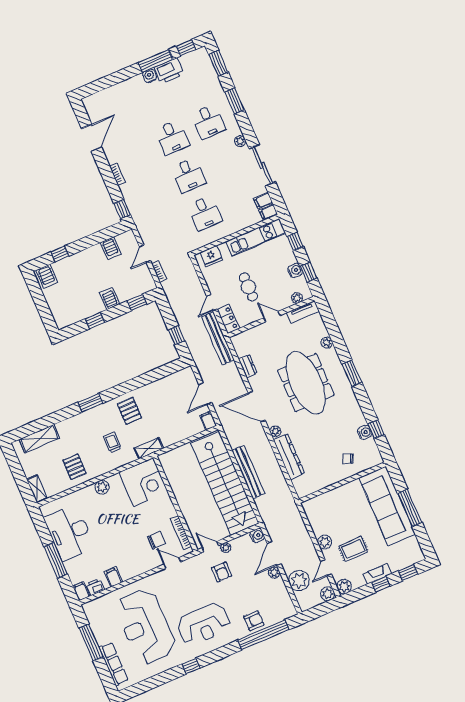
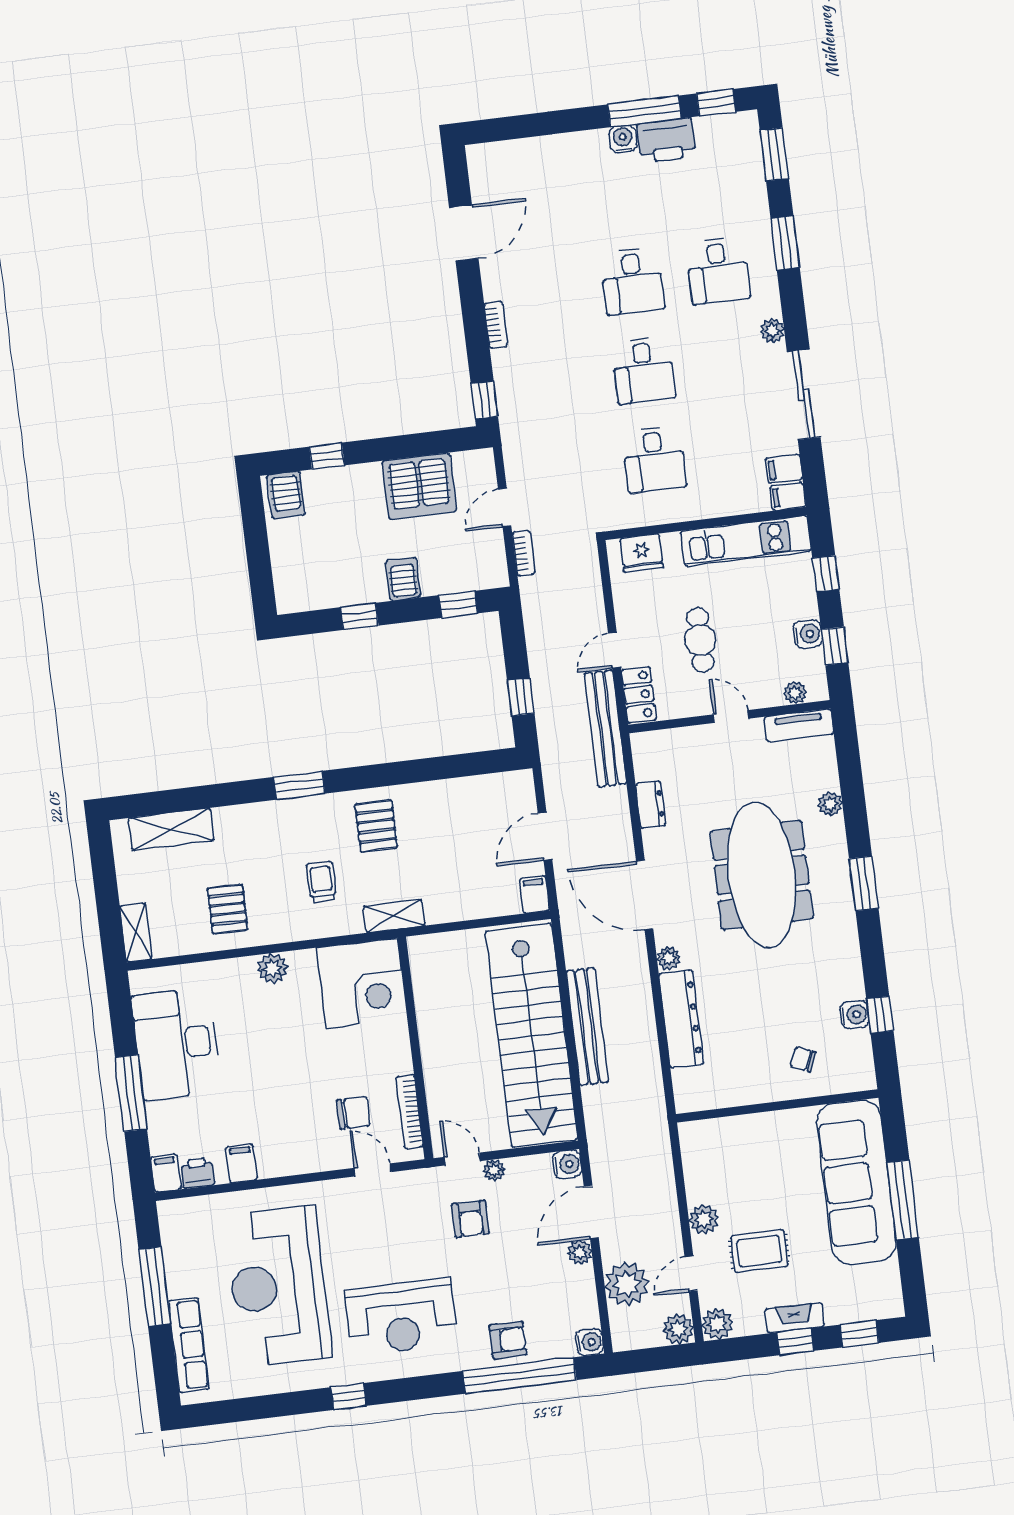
server rack: (111, 248) -> (419, 486), width x2.18, depth x1.44
water cooler: (290, 611) -> (590, 1342), added

